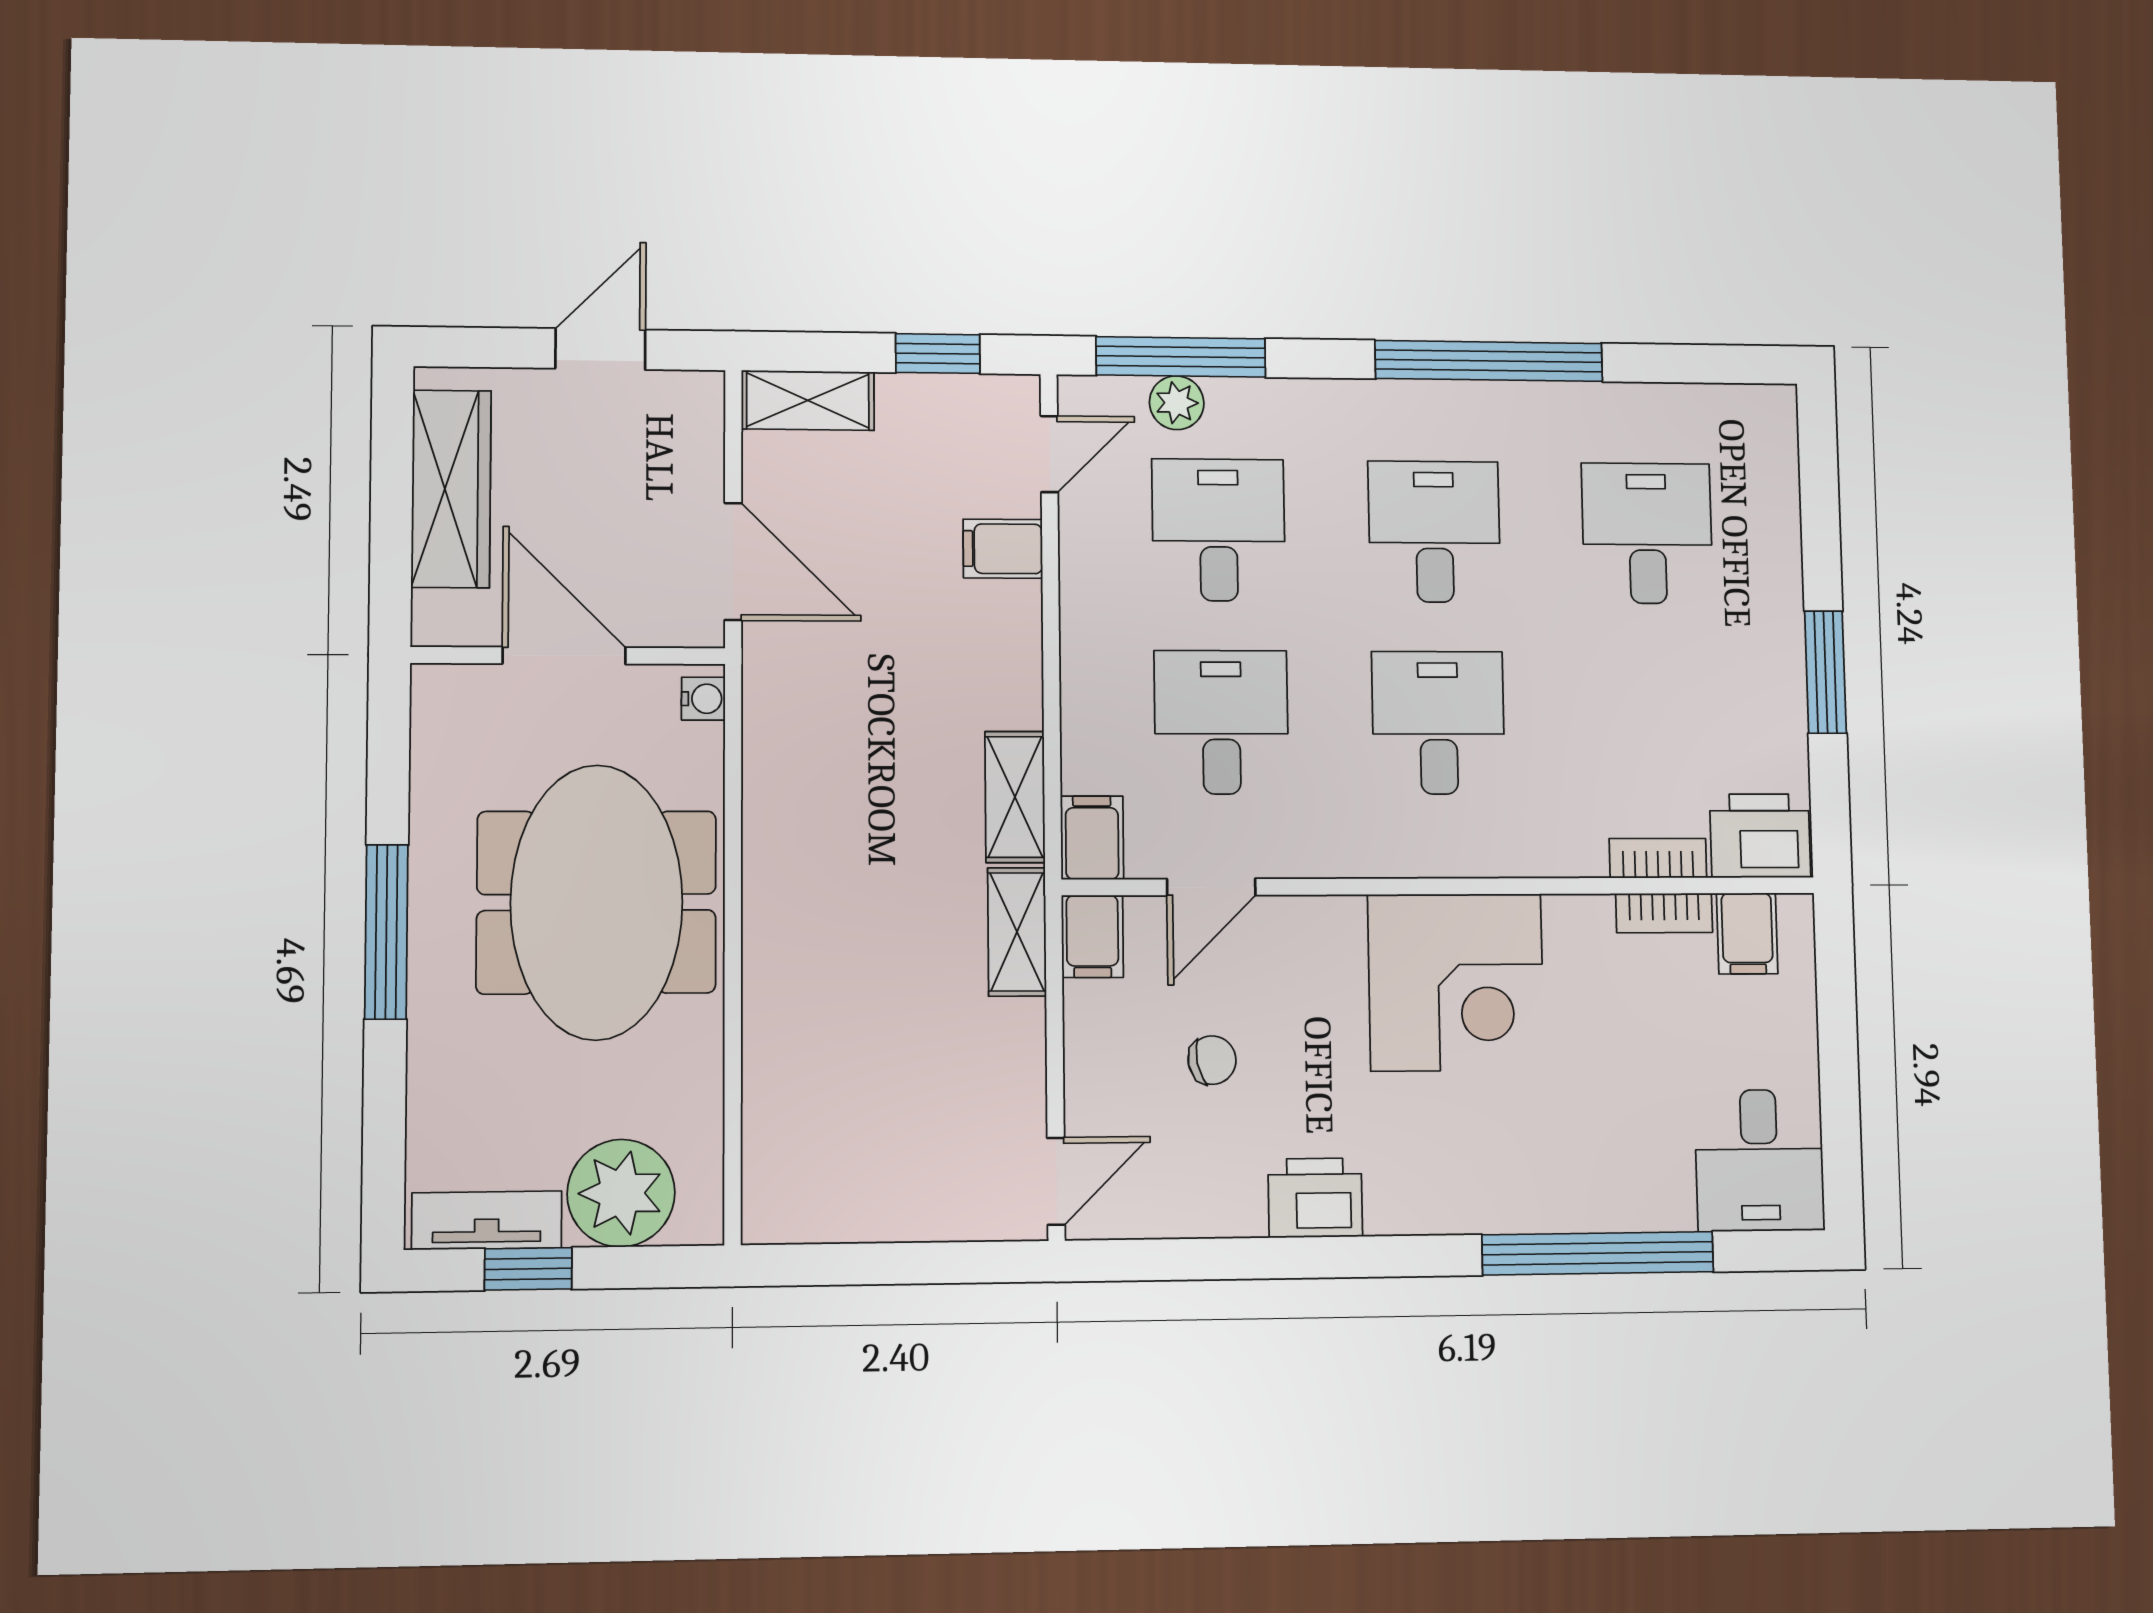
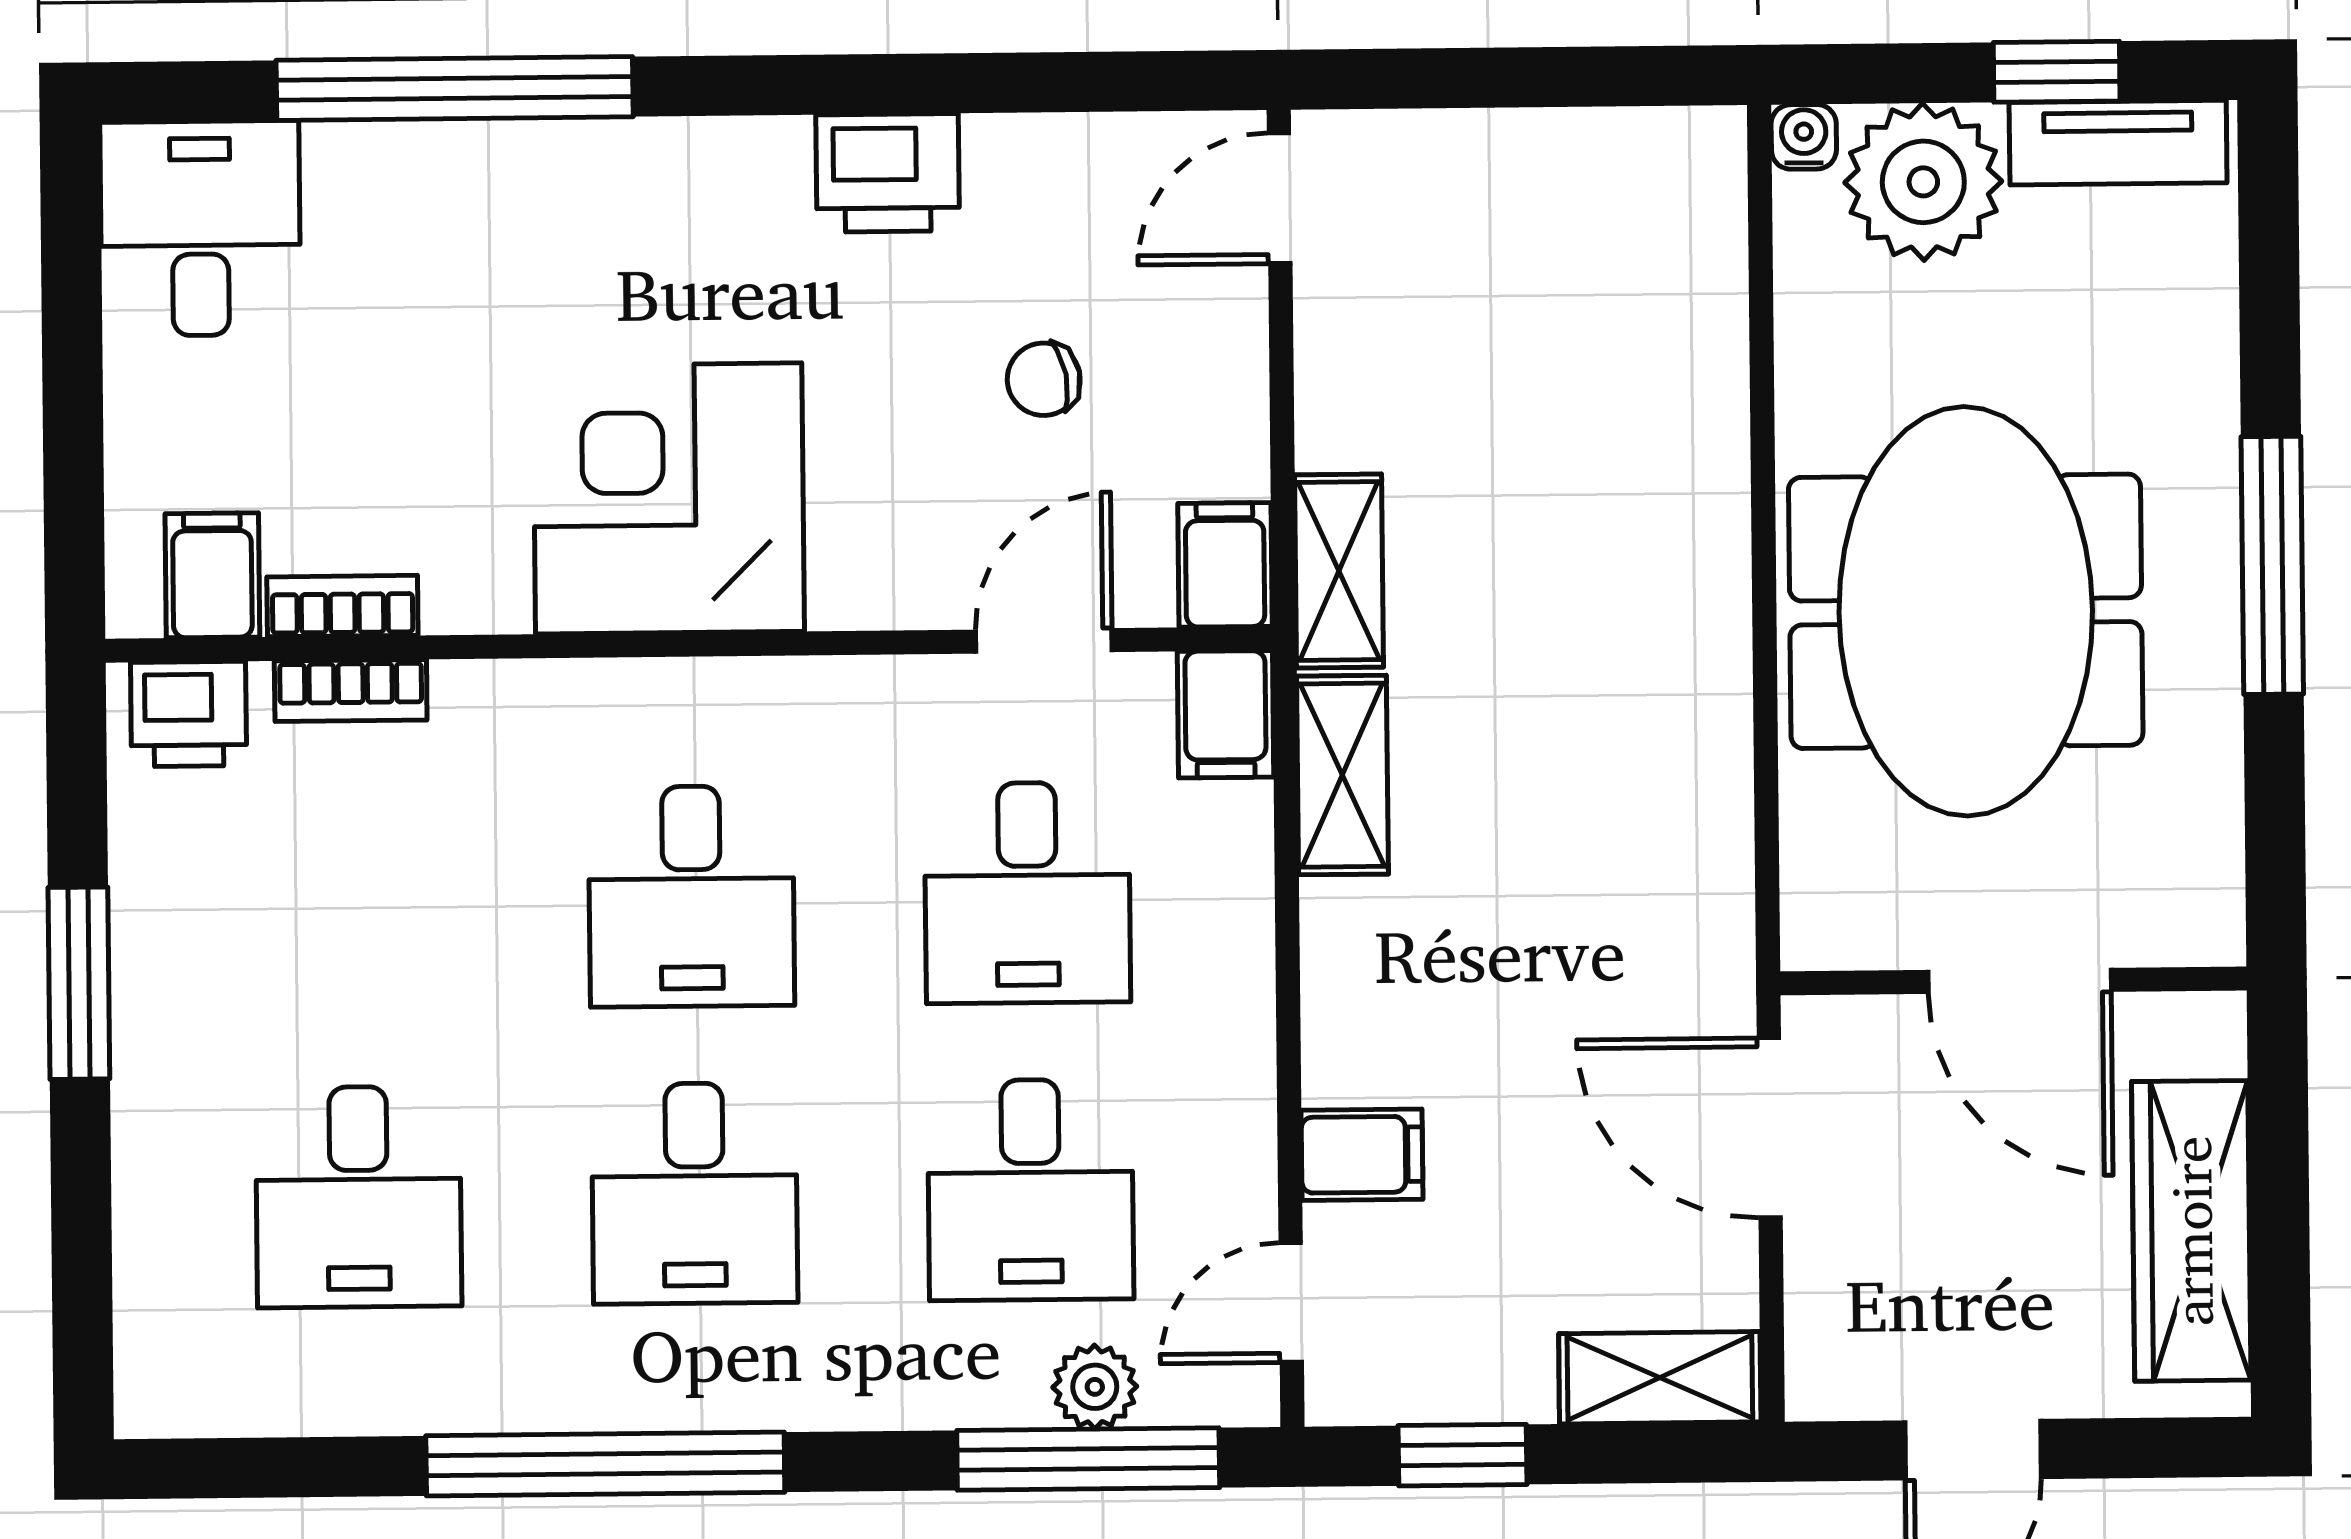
water cooler: (703, 699) -> (1804, 137), moved, turned 90
printer: (1760, 836) -> (189, 714), width x0.73, depth x0.81

